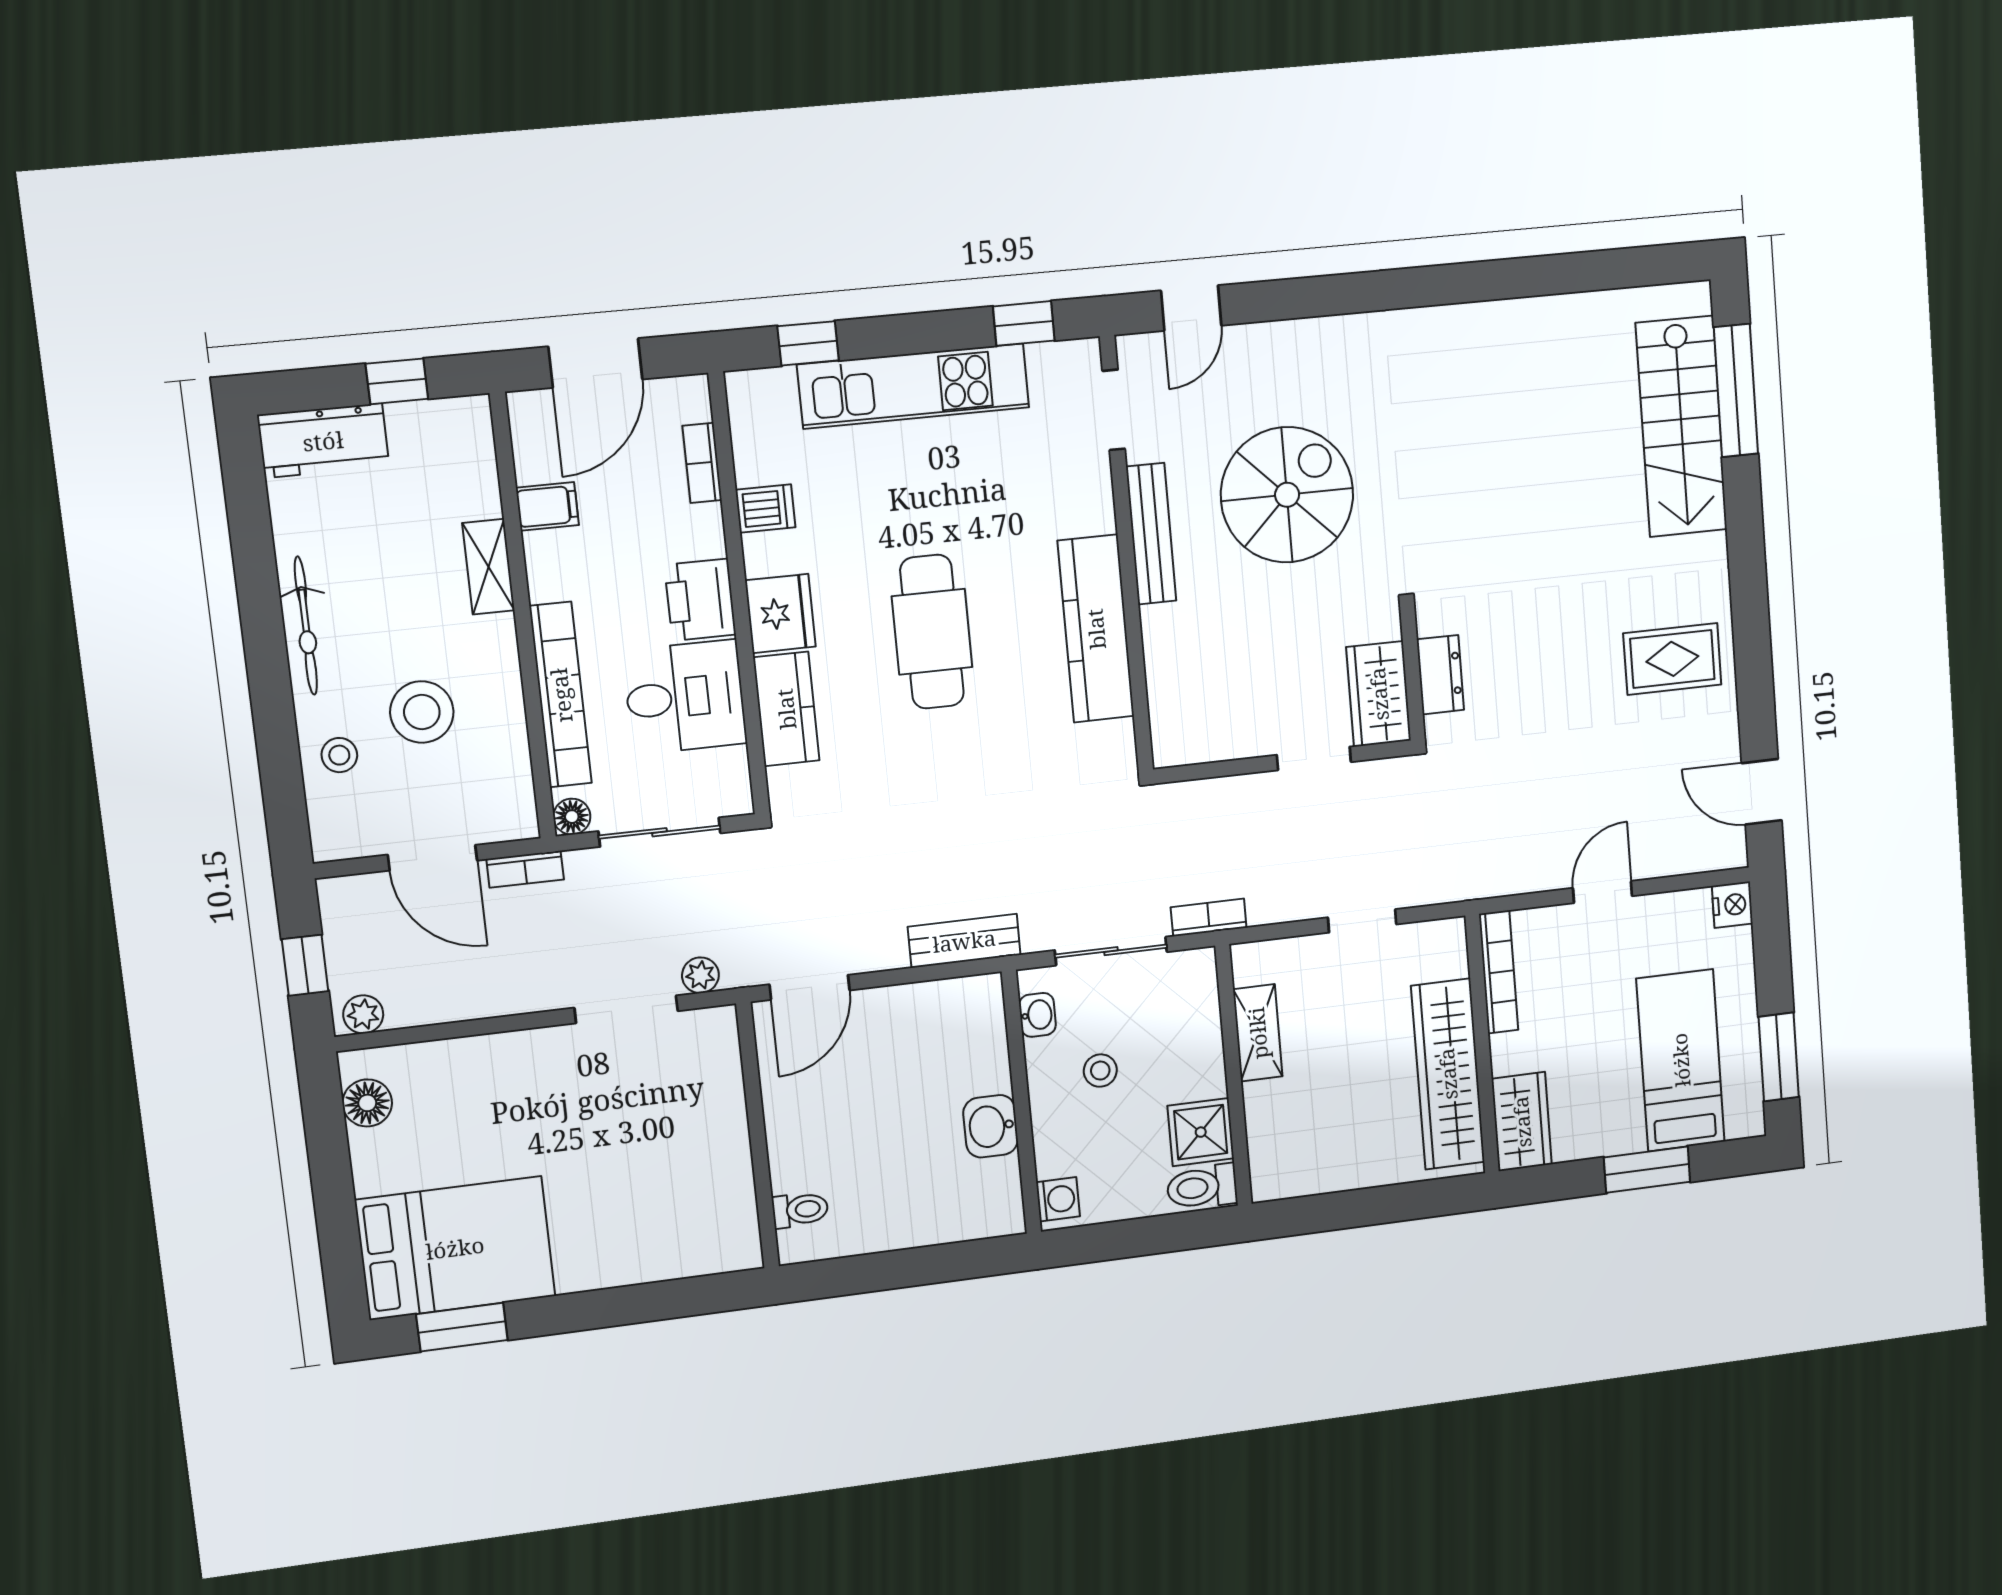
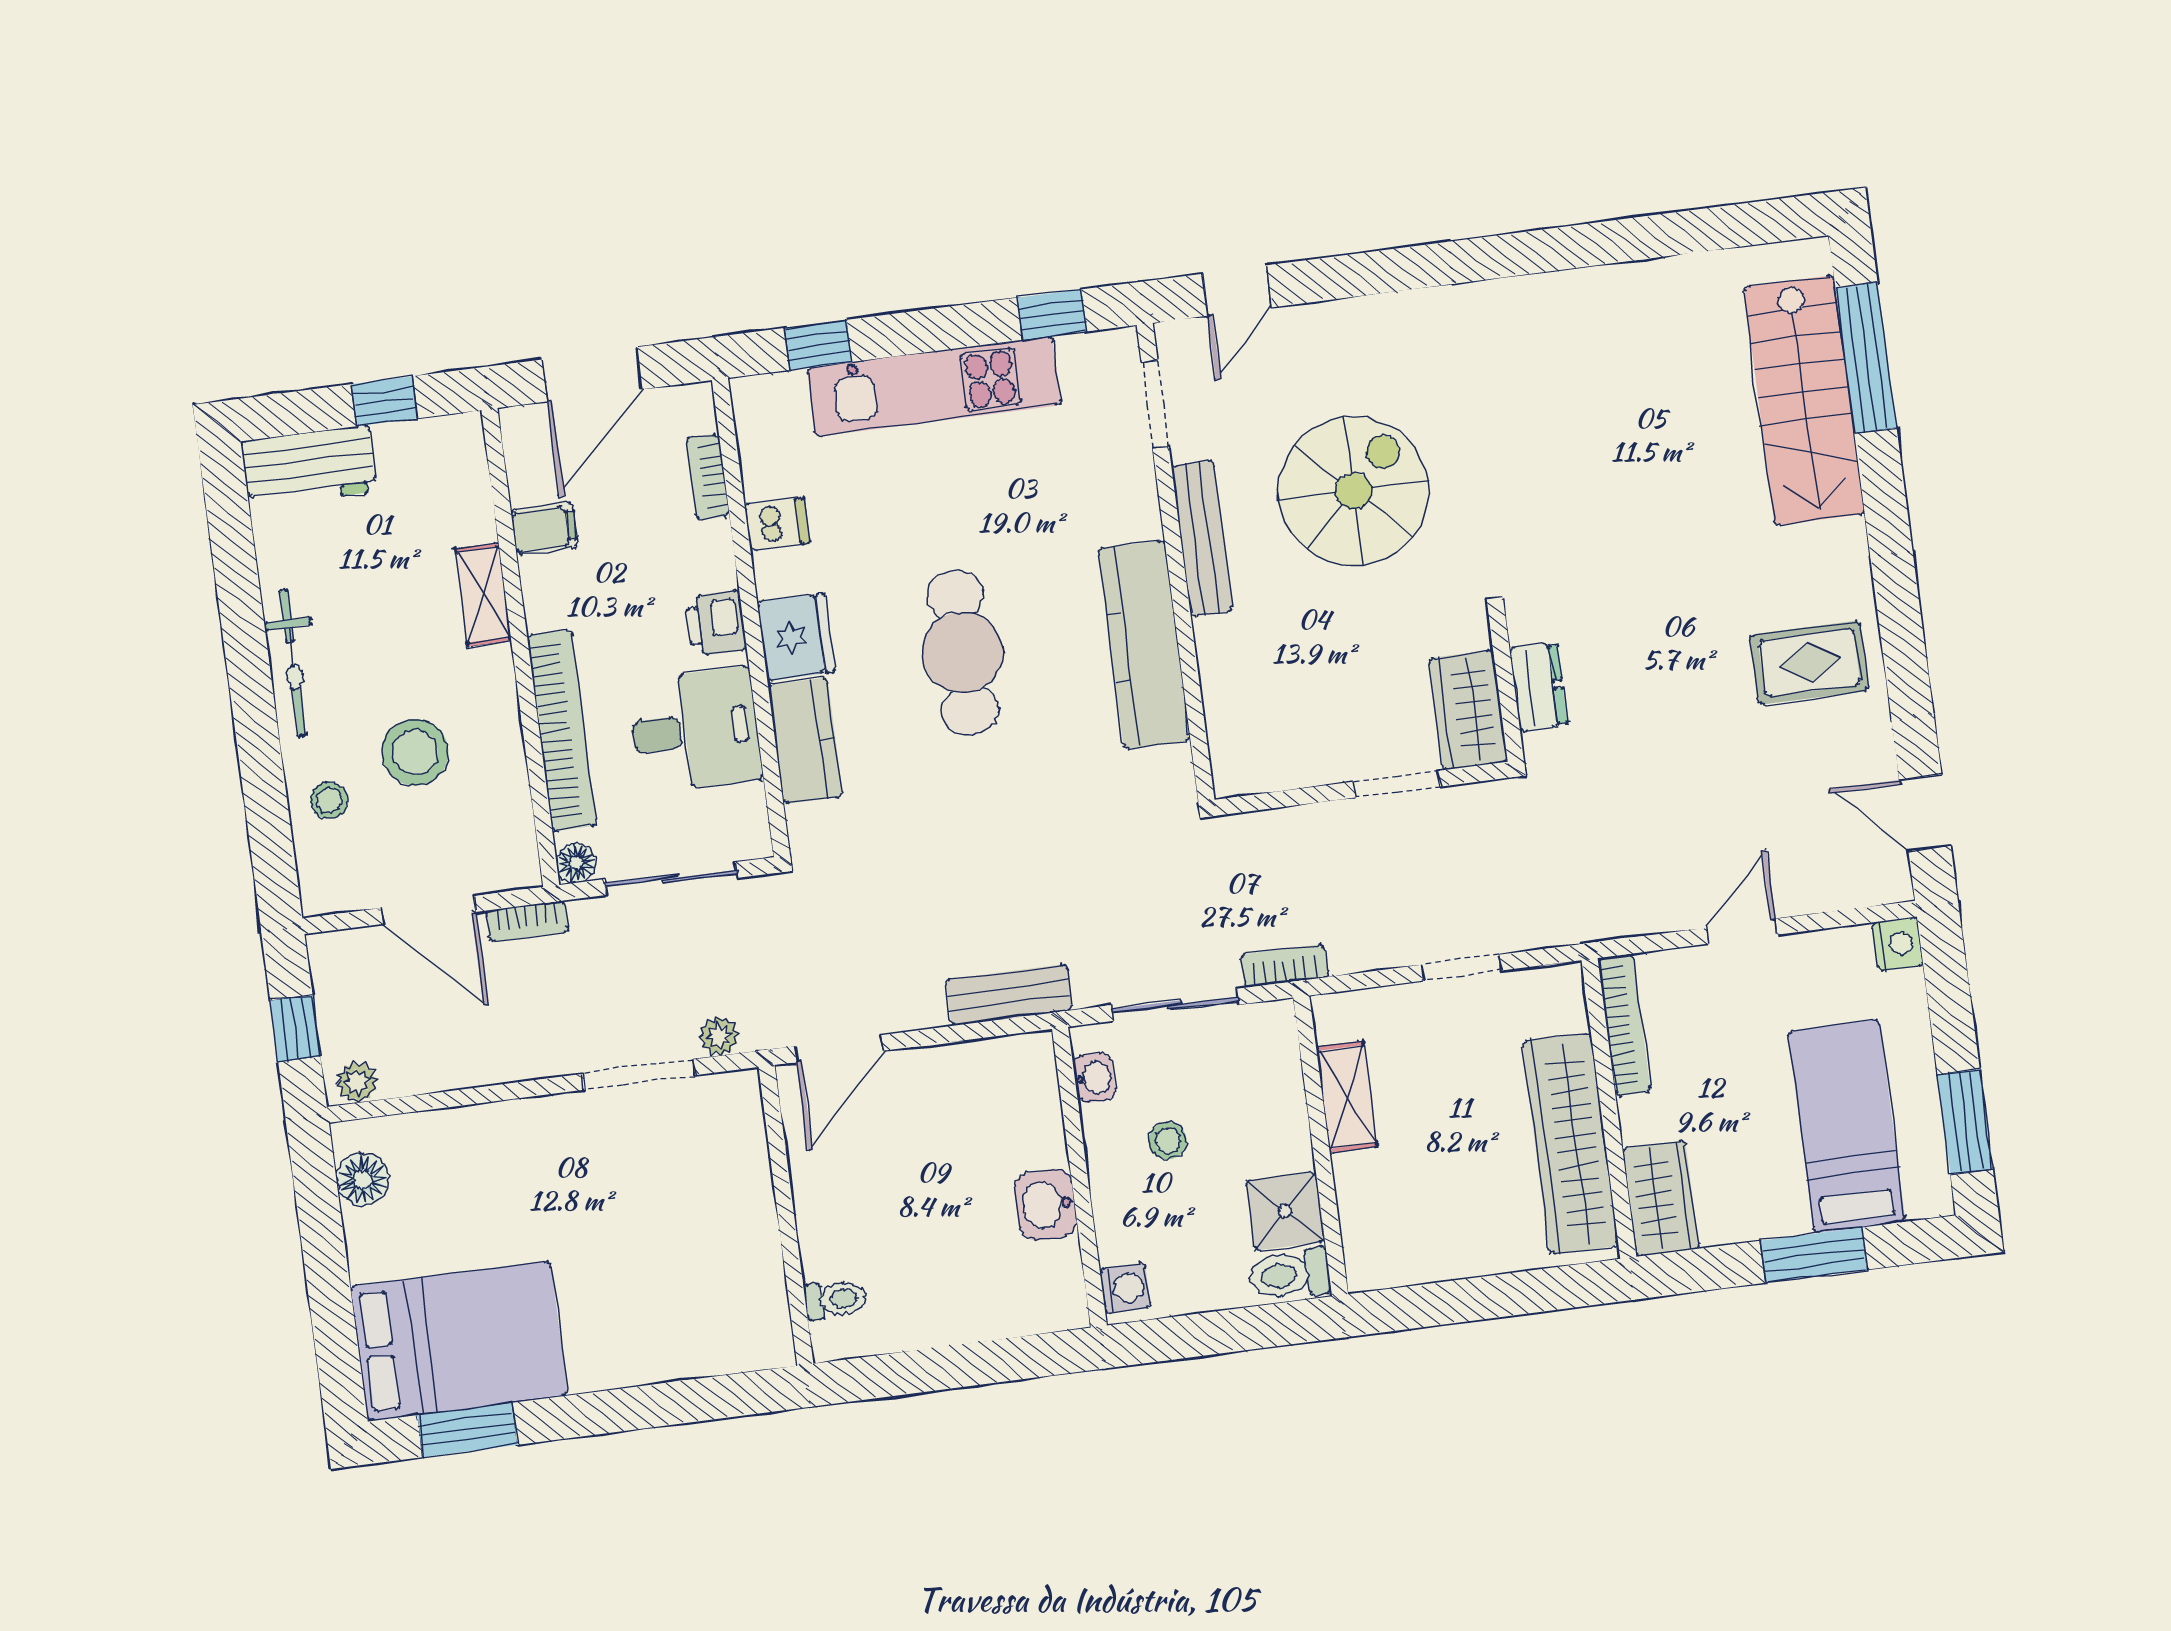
printer: (700, 600) -> (716, 623), width x0.73, depth x0.81

